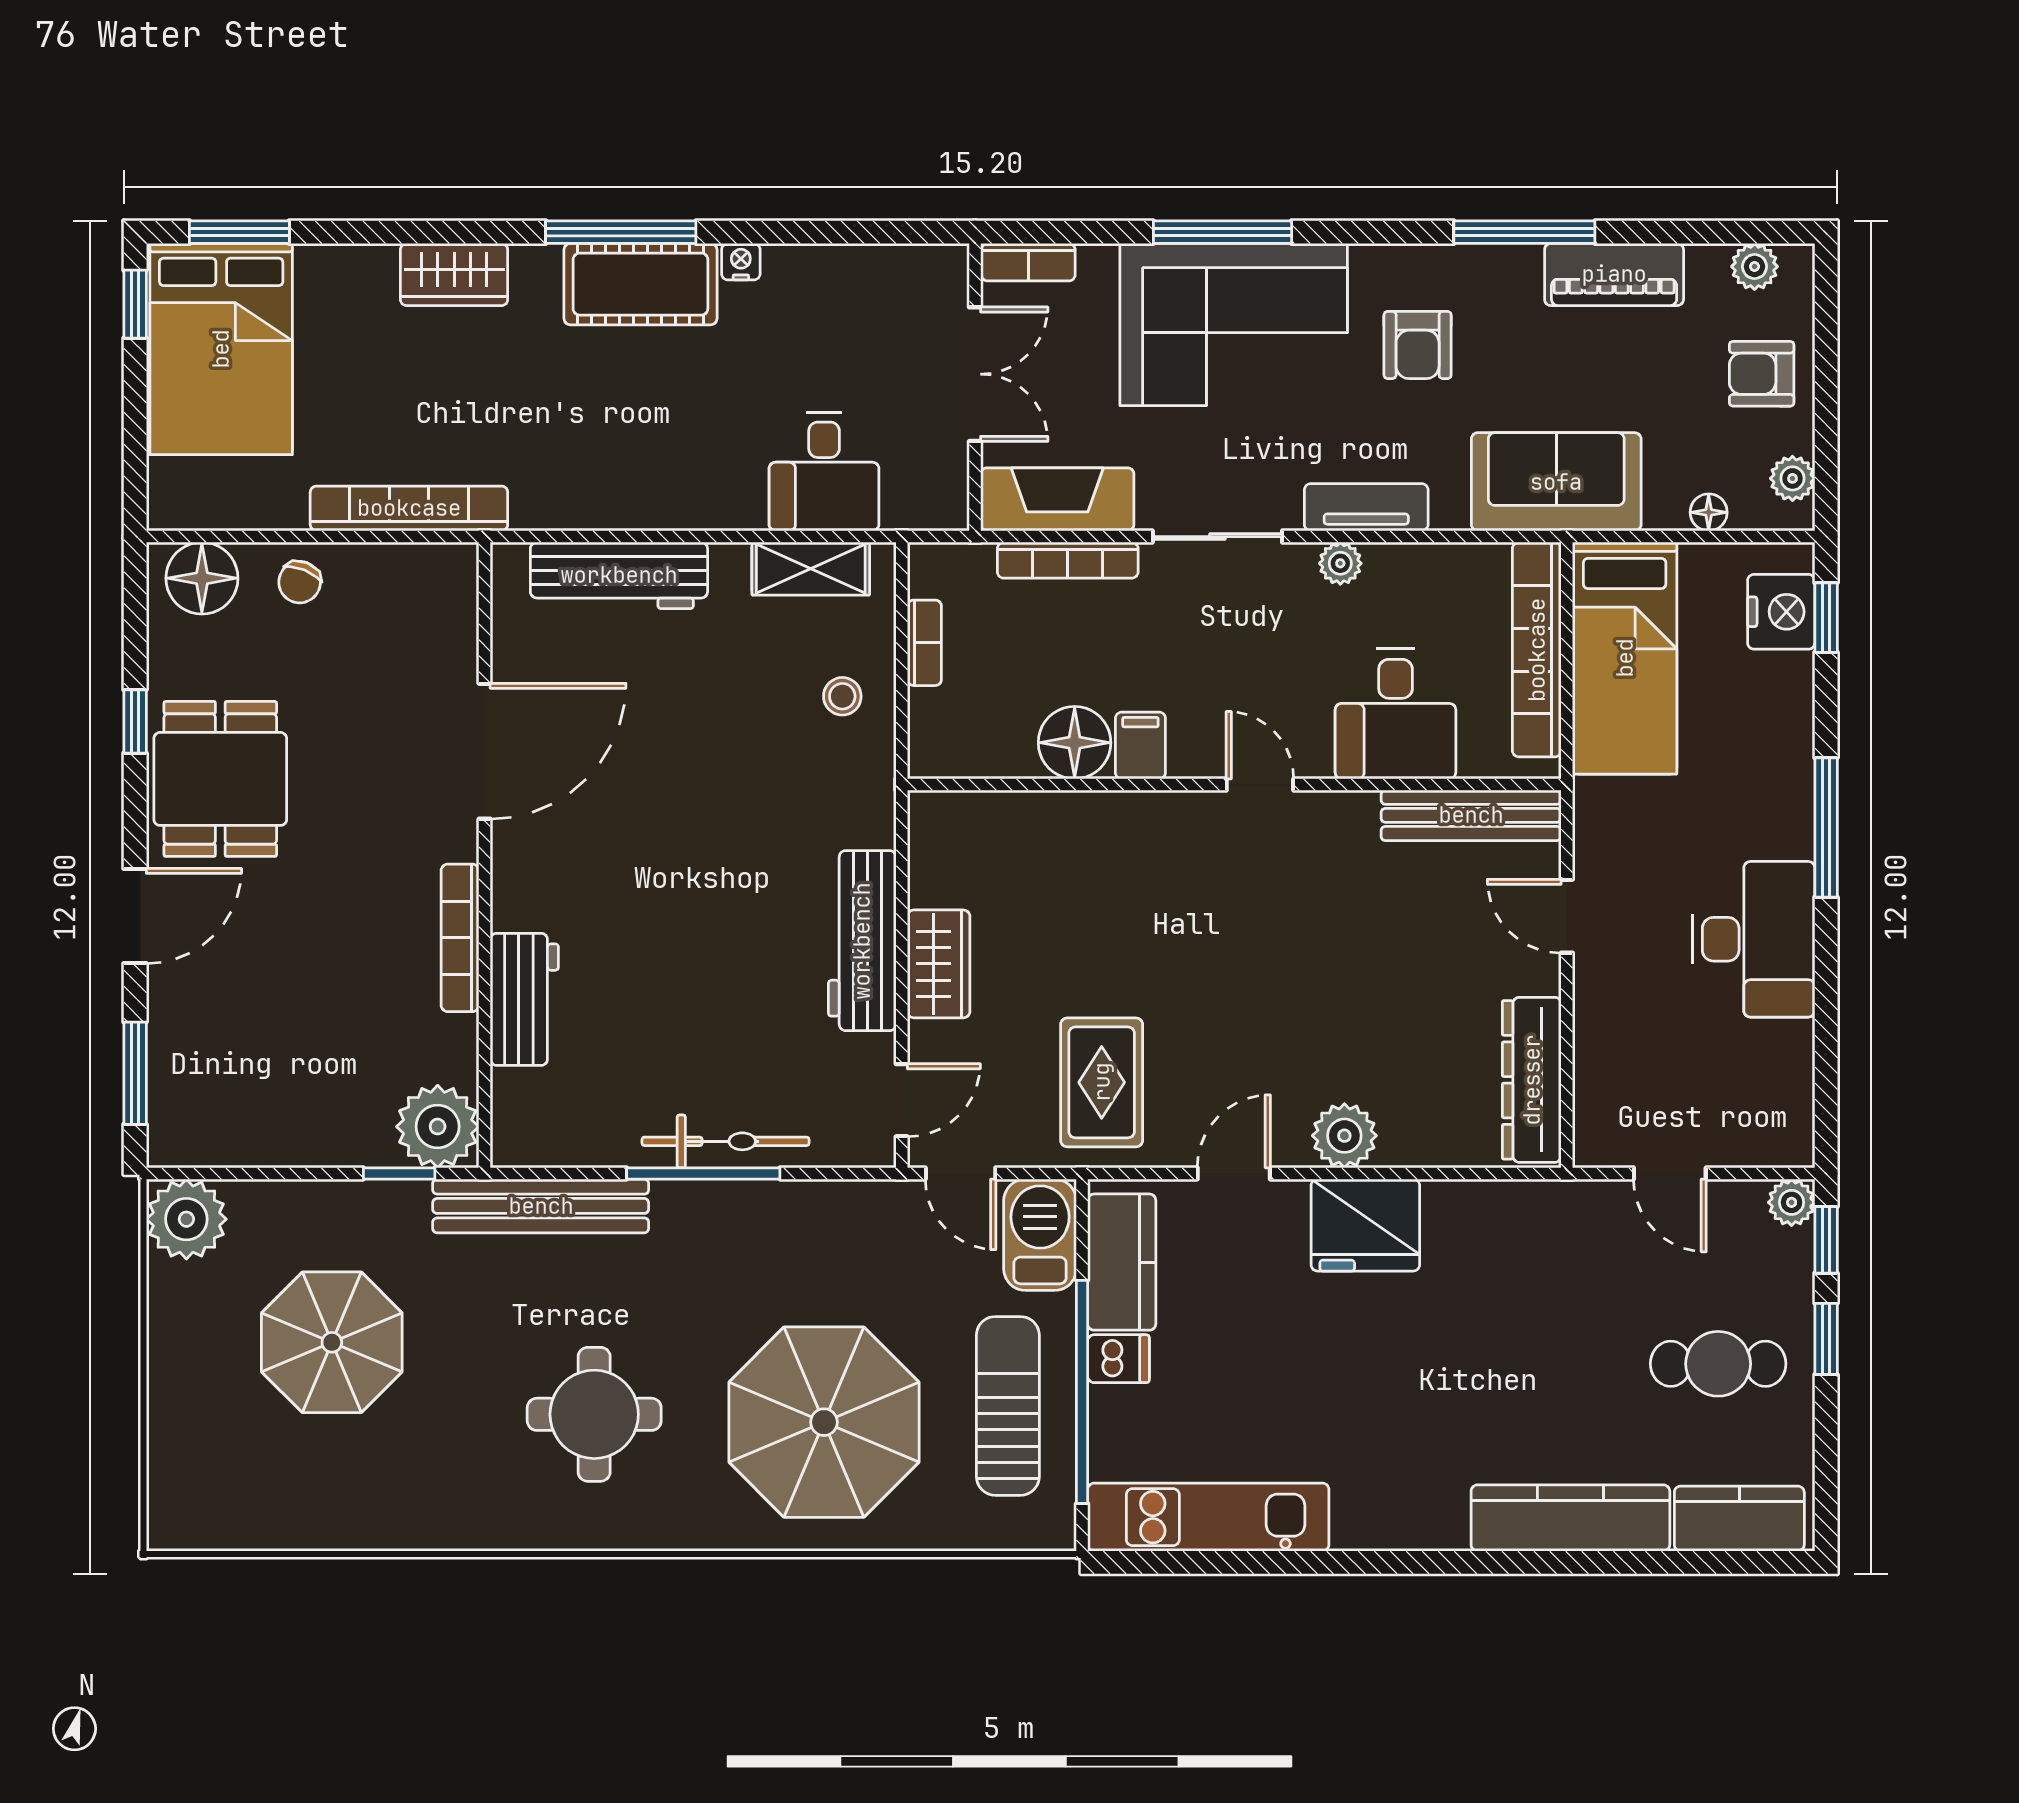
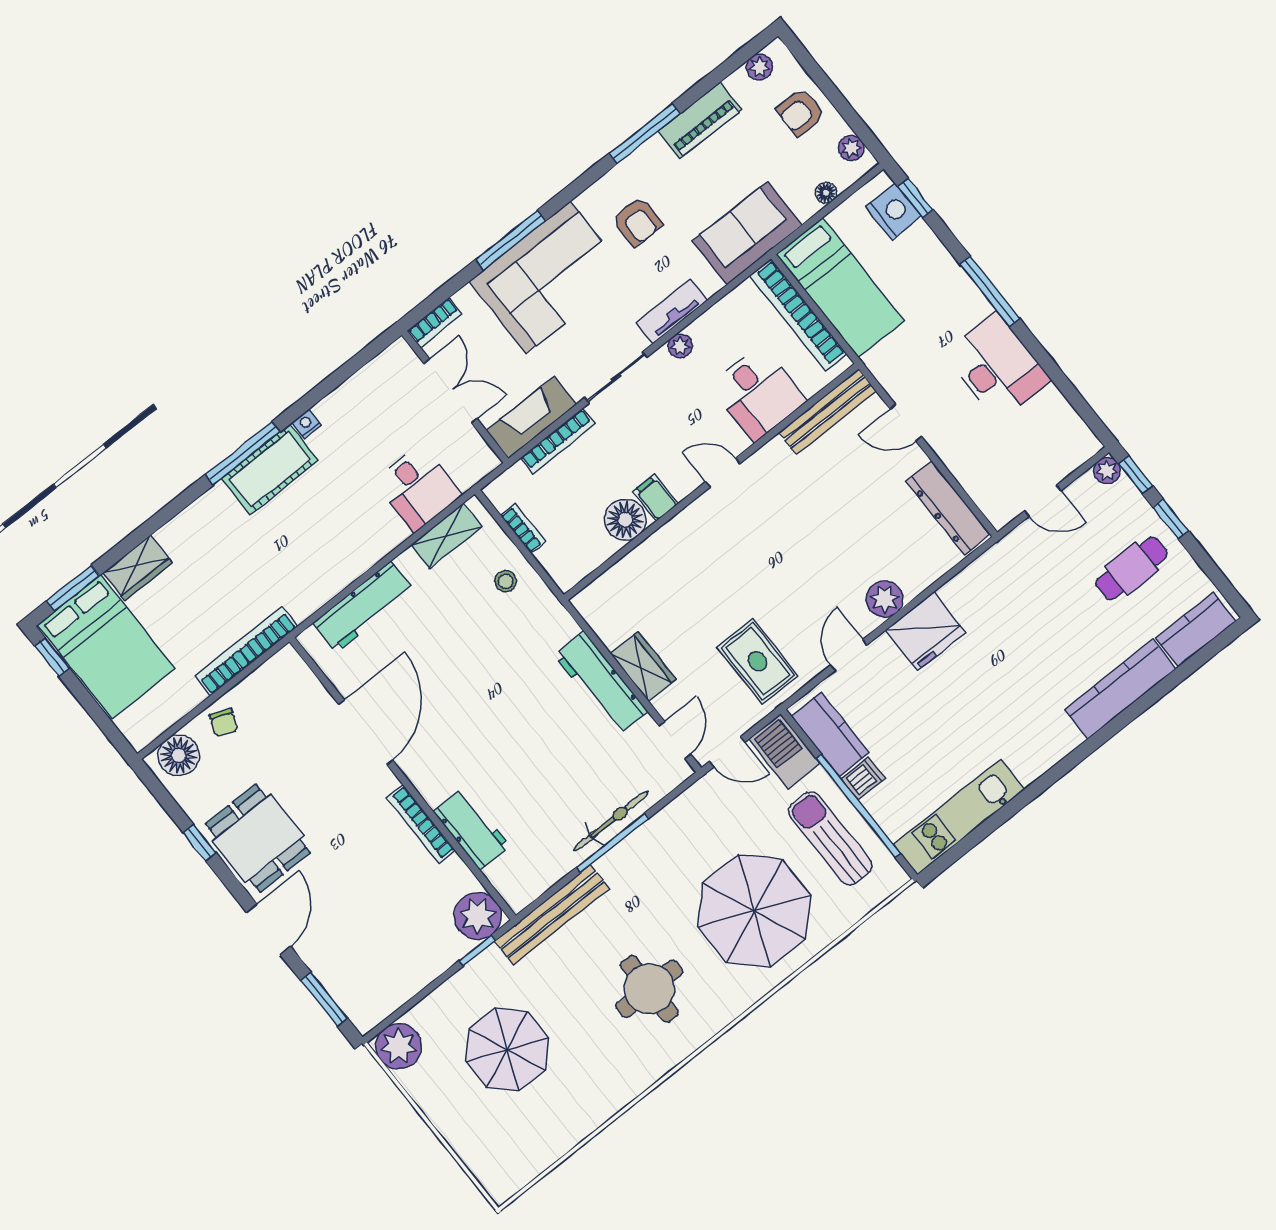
wardrobe: (454, 275) -> (137, 568), moved

